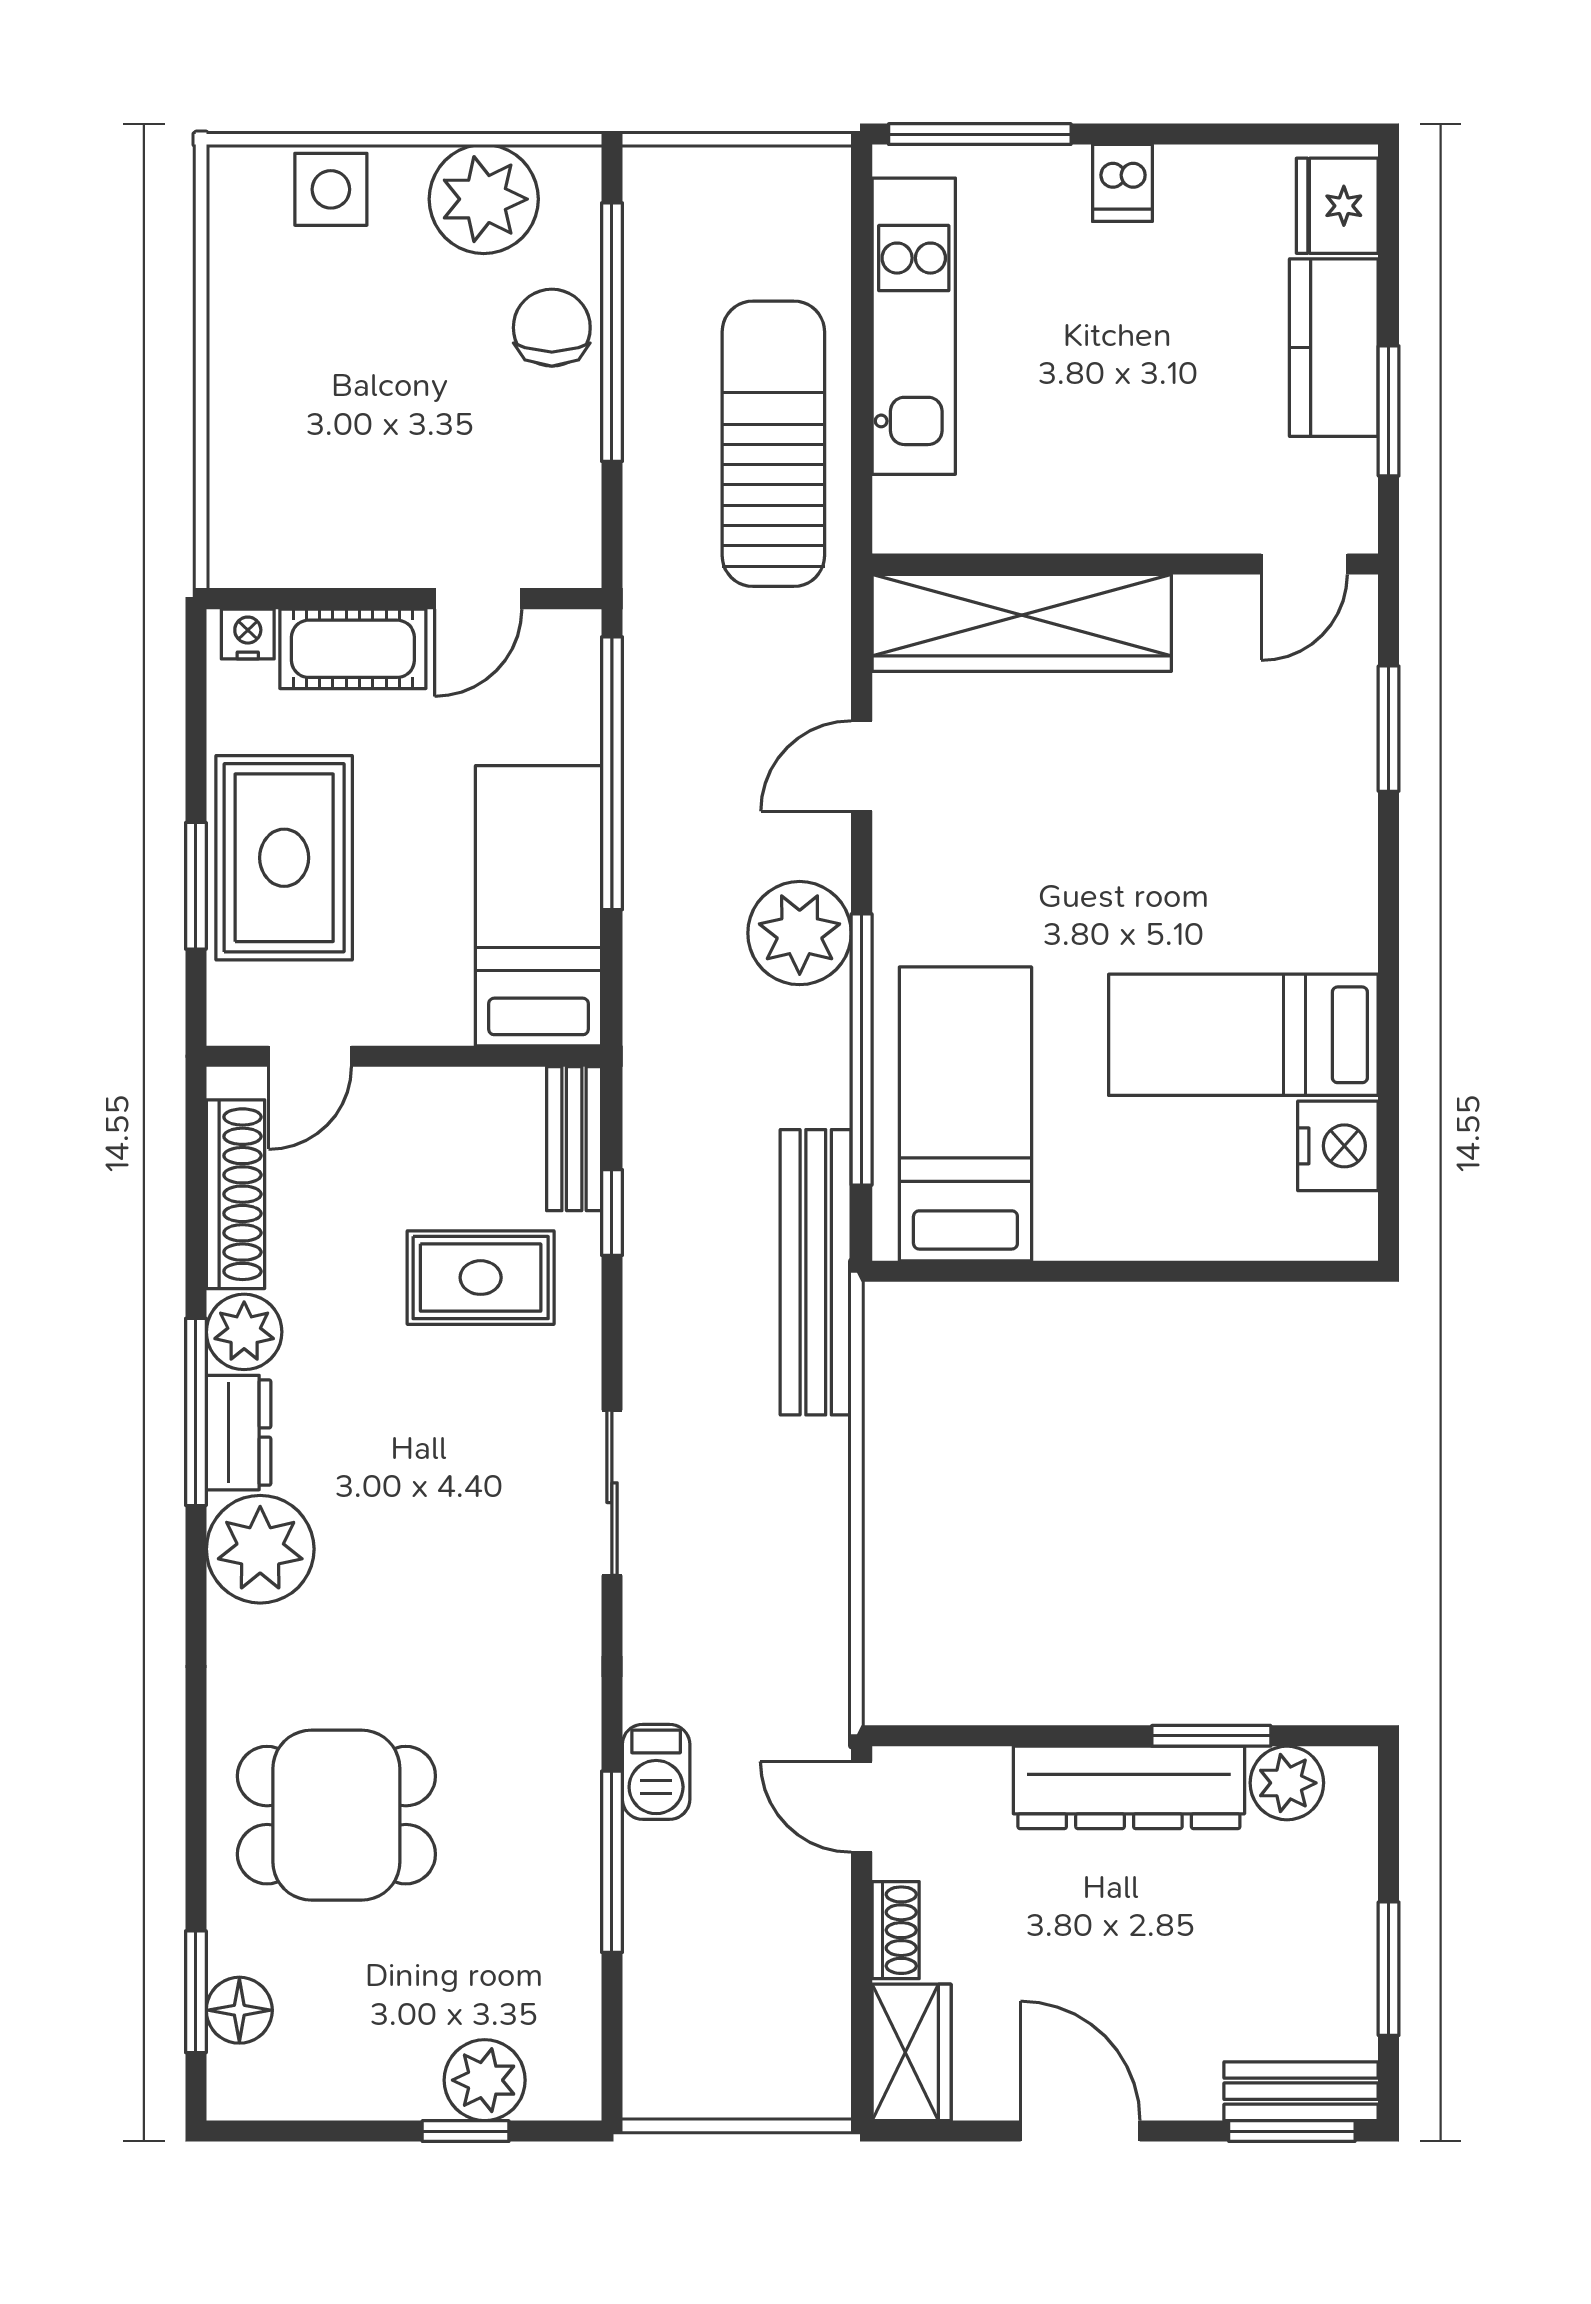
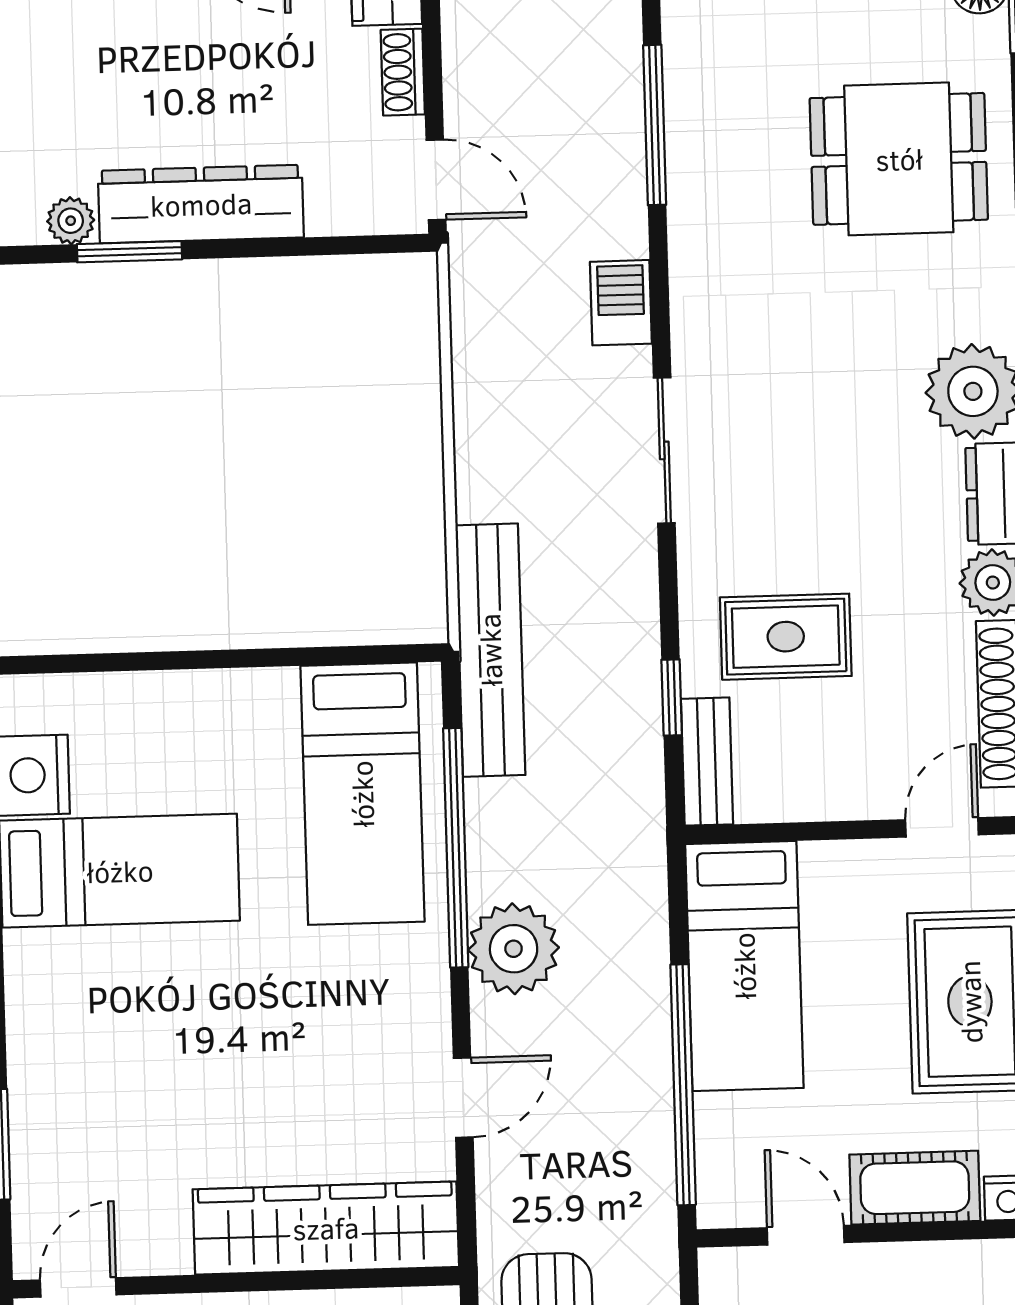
door: (478, 599) -> (806, 1235), hinge flipped
barbecue: (656, 1772) -> (621, 303), moved
plant: (1287, 1783) -> (71, 221), width x0.73, depth x0.73

